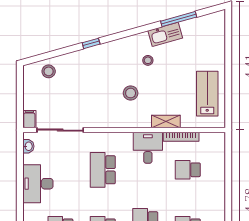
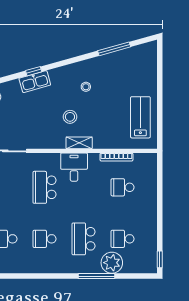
kitchen sink: (165, 34) -> (35, 82), moved
shelving: (166, 121) -> (79, 143), moved
desk: (148, 148) -> (74, 167), moved

